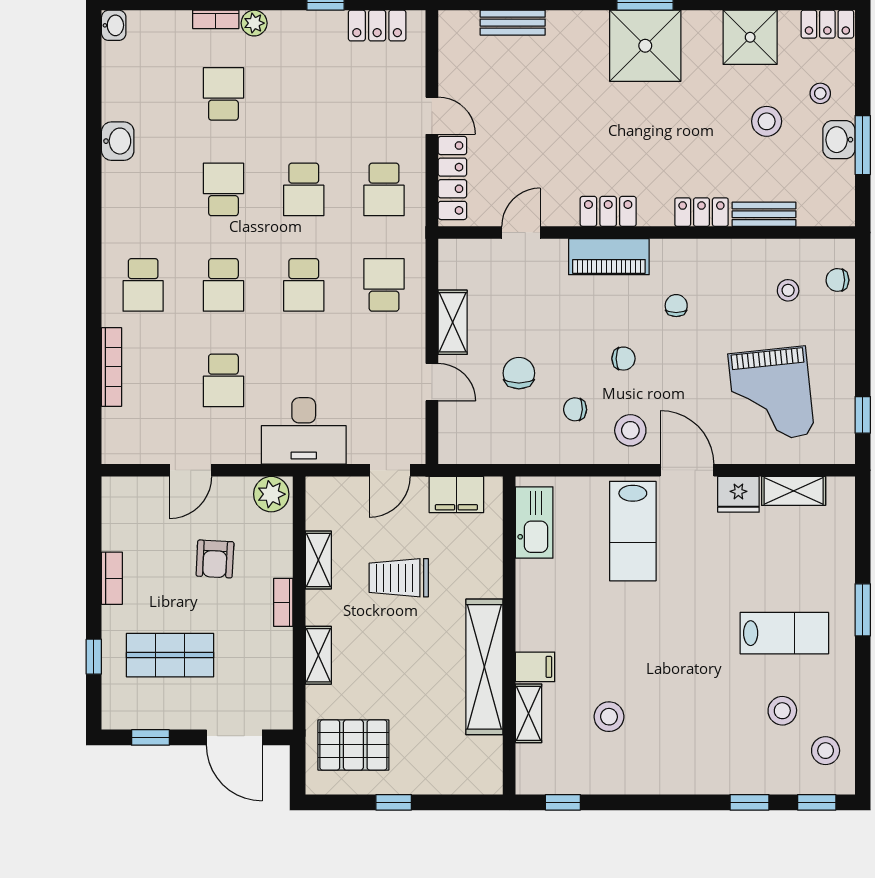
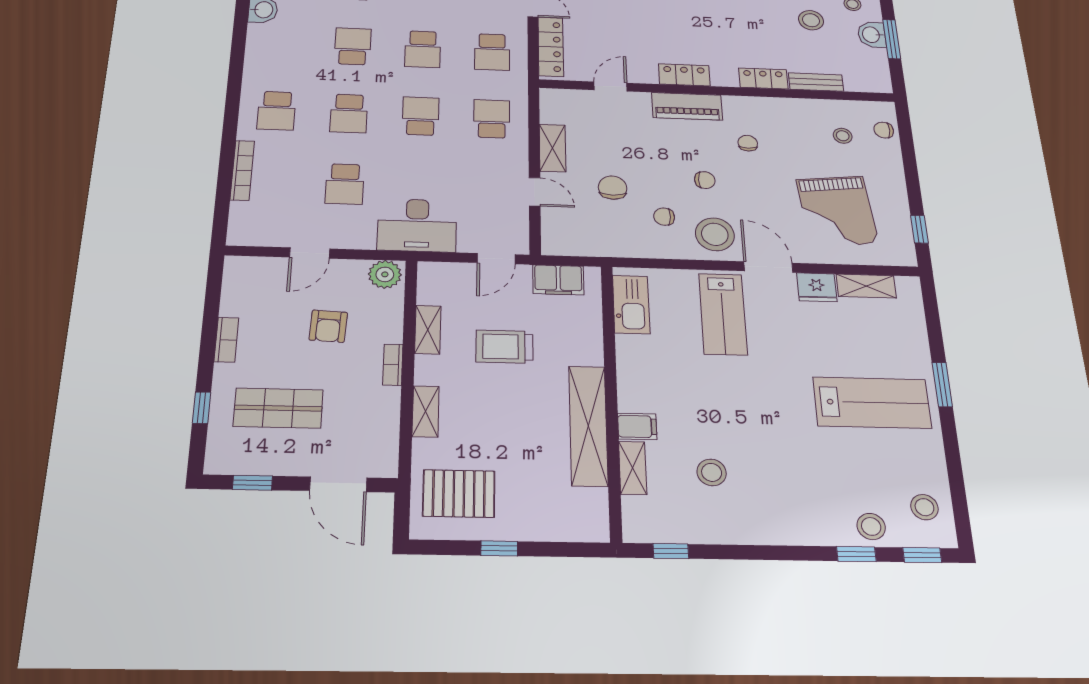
school desk: (304, 285) -> (421, 116), turned 180
stool: (630, 430) -> (715, 234), width x1.38, depth x1.38
lab bench: (784, 633) -> (872, 403), width x1.36, depth x1.39
stool: (782, 711) -> (871, 526), moved

